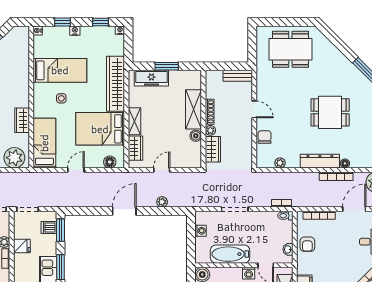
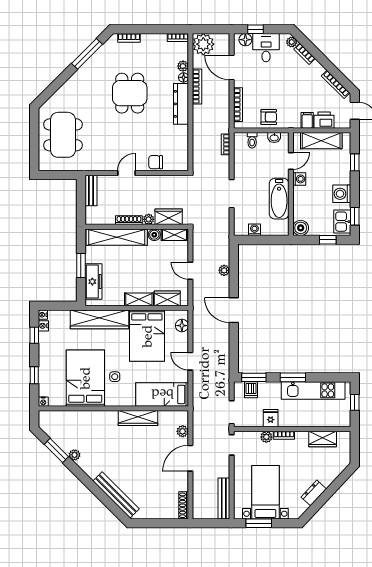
nightstand: (75, 31) -> (43, 326), moved
bed: (60, 70) -> (85, 378), width x1.50
shelving: (194, 109) -> (117, 237), width x1.47
wardrobe: (22, 120) -> (138, 418), width x1.50
shelving: (196, 155) -> (174, 235), added
plant: (14, 158) -> (183, 431), width x0.53, depth x0.53
plant: (280, 163) -> (183, 66), moved
toilet: (285, 216) -> (252, 140), moved

